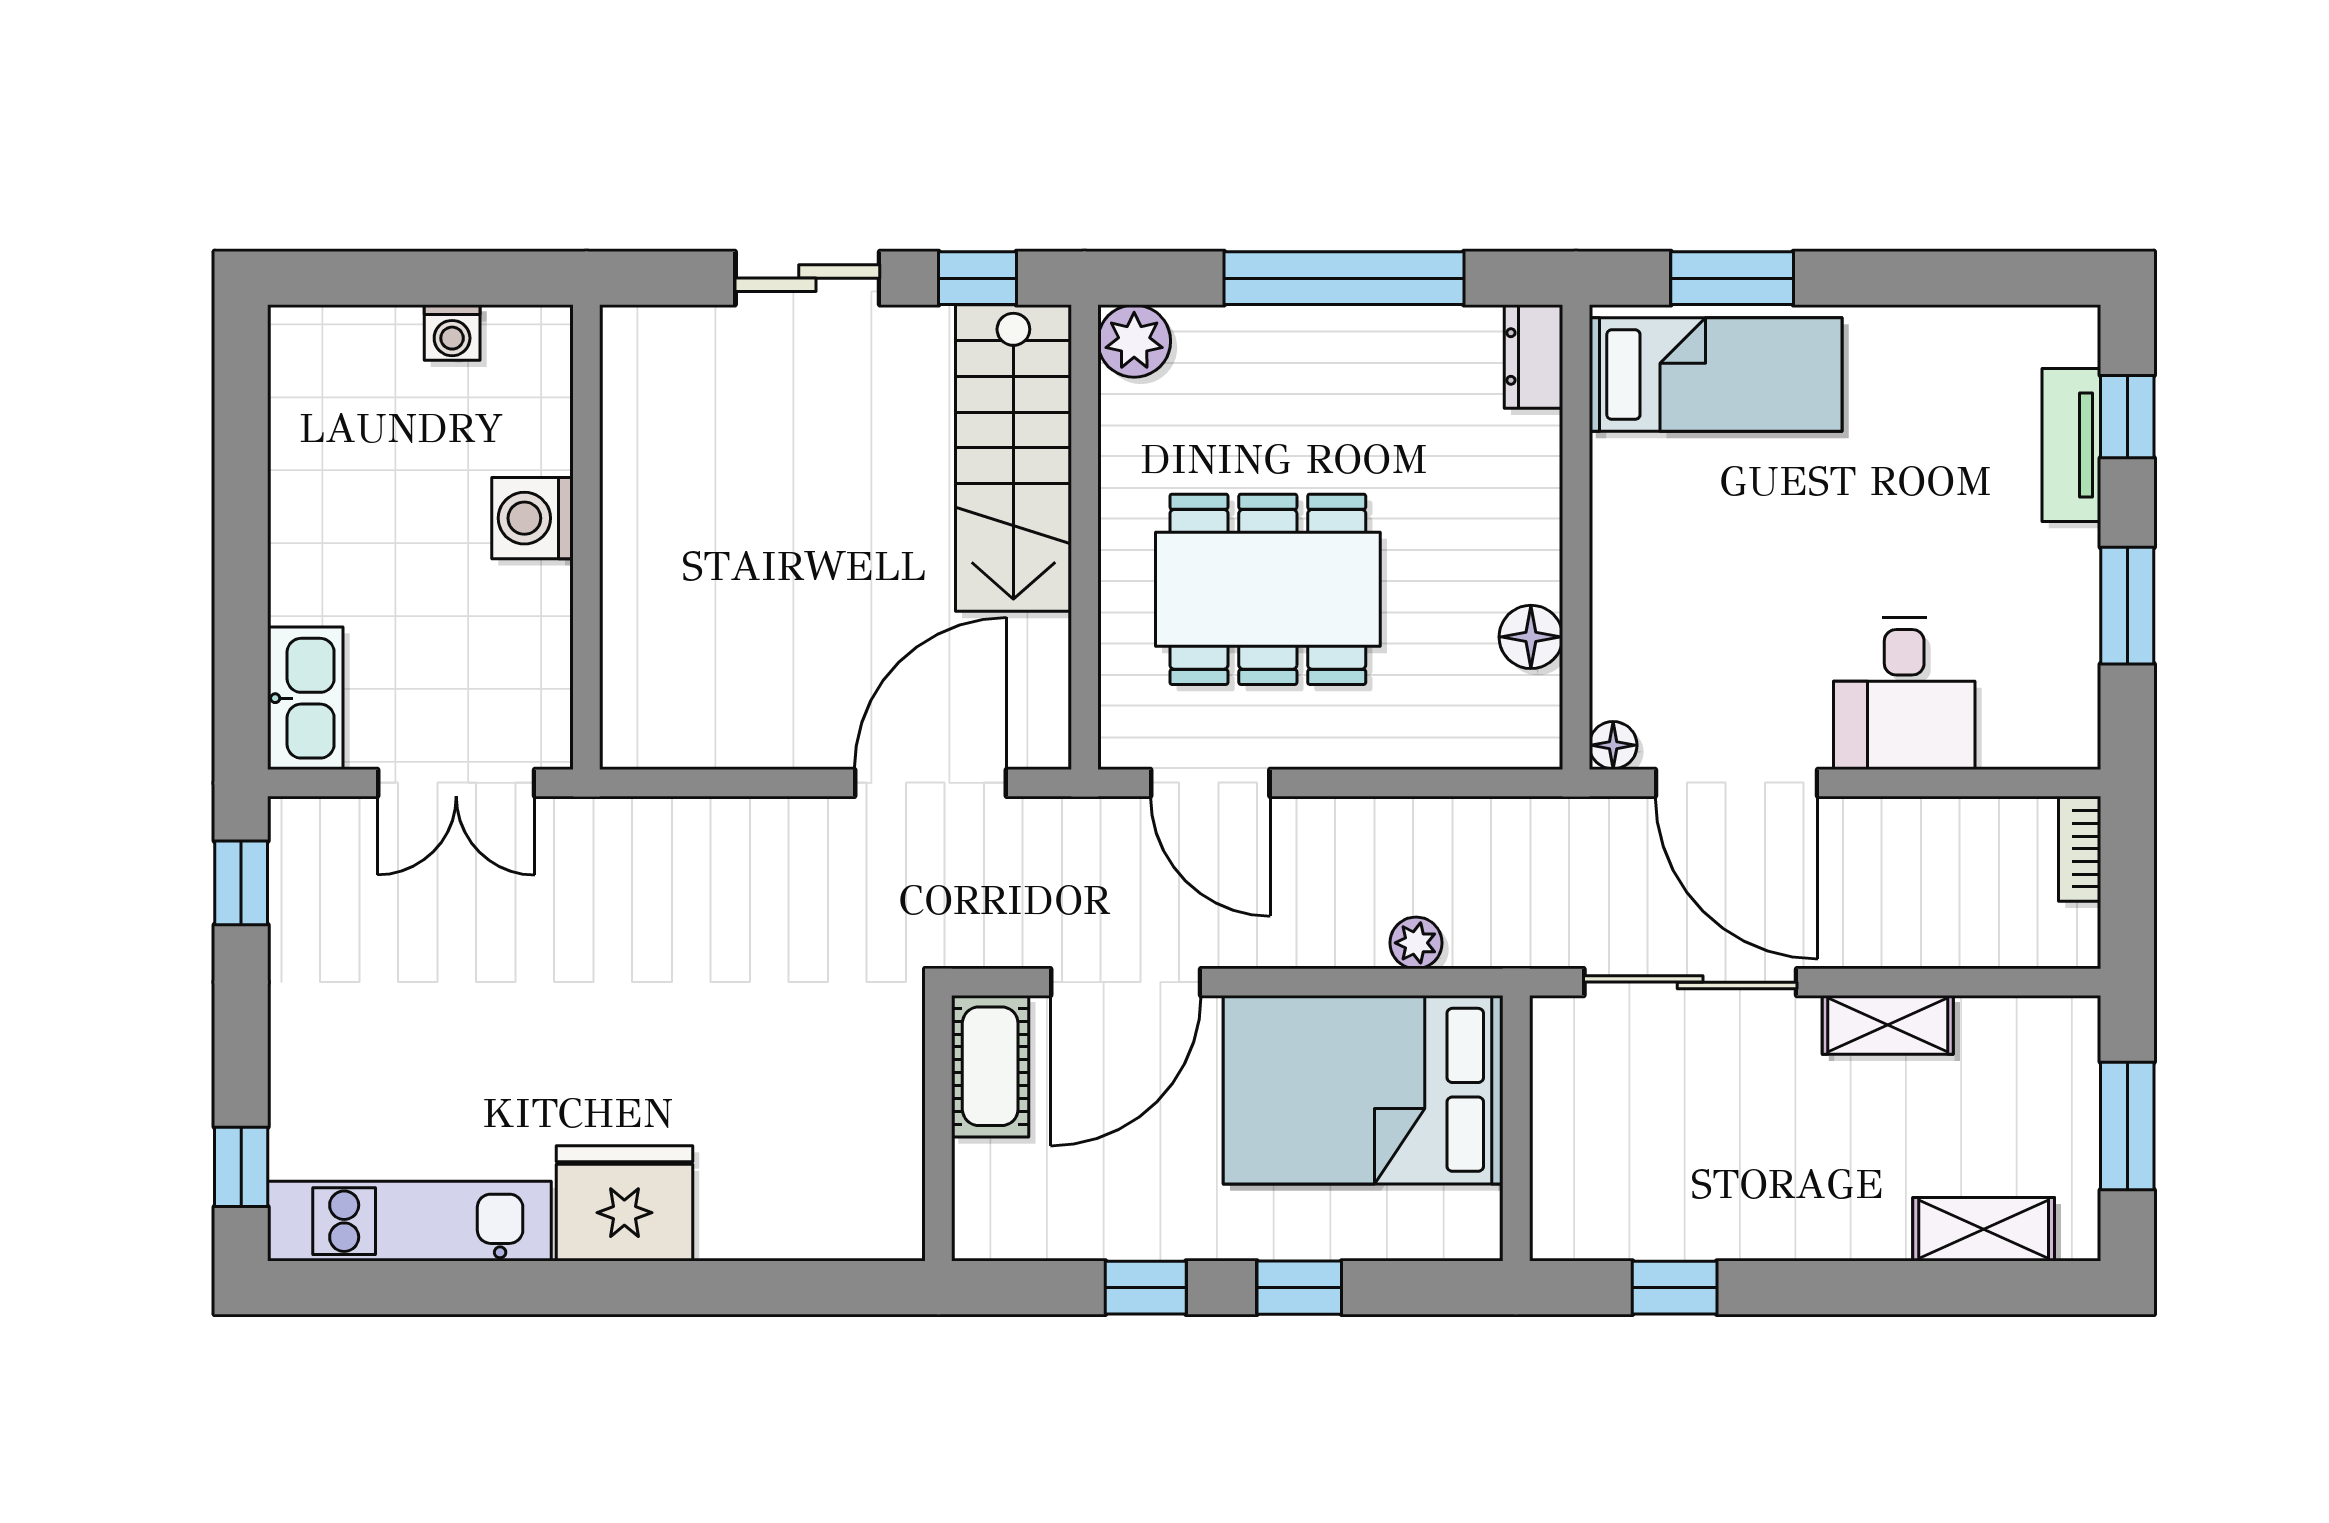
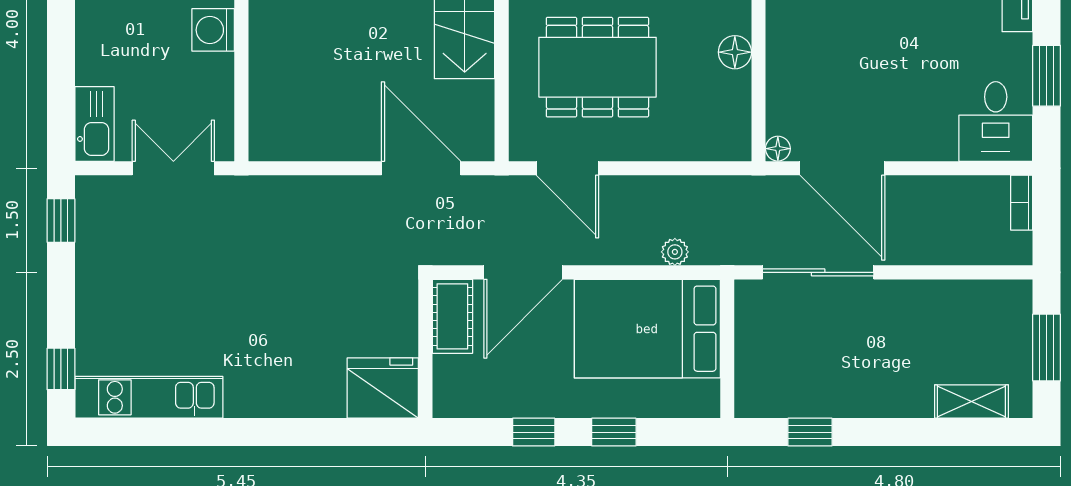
floor lamp: (1531, 637) -> (735, 52), moved
desk: (1904, 693) -> (996, 122), moved
double door: (456, 783) -> (173, 168), swing flipped
door: (931, 783) -> (421, 168), hinge flipped
shelving: (1888, 1025) -> (921, 295), removed
fridge: (624, 1203) -> (383, 388), moved

